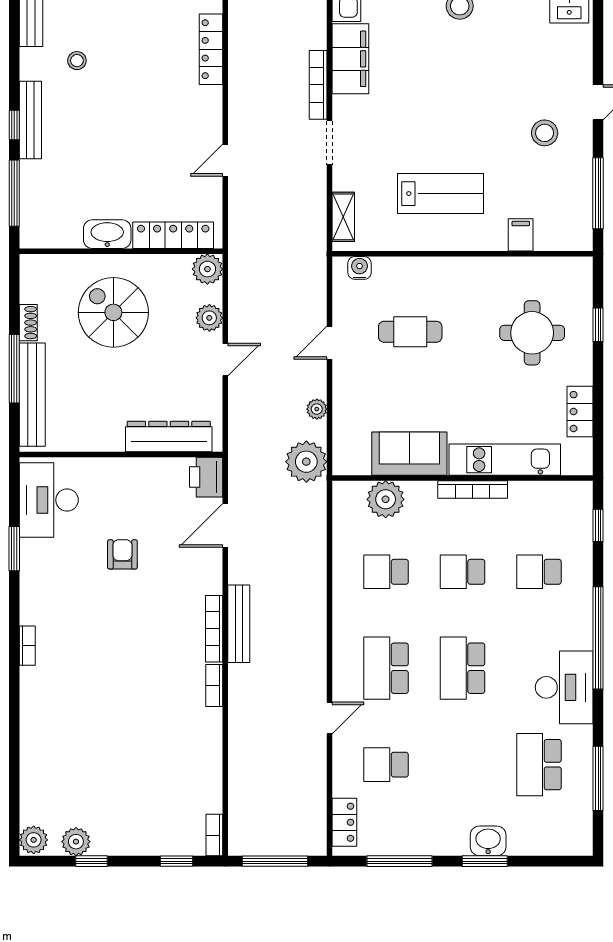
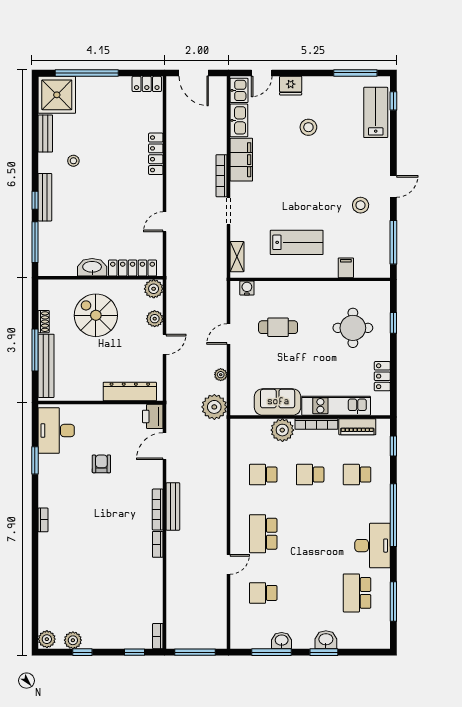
piano: (539, 494) -> (357, 427), added
plant: (386, 499) -> (282, 430), moved
school desk: (463, 668) -> (310, 534), removed
locker: (344, 822) -> (238, 628), removed
washbasin: (416, 842) -> (282, 641), added

